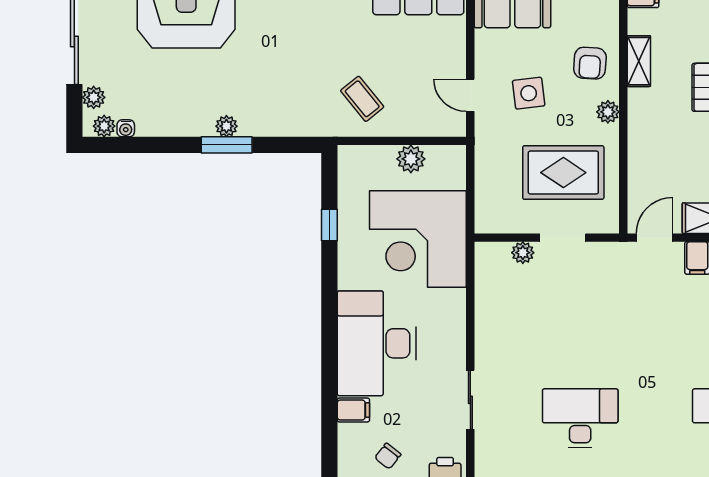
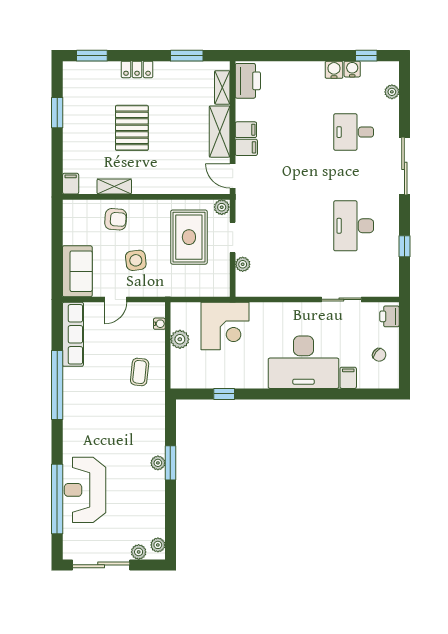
door: (470, 95) -> (116, 299), moved
coffee table: (362, 99) -> (140, 372), turned -45
plant: (608, 112) -> (222, 207), moved
water cooler: (126, 128) -> (159, 324), moved
corner desk: (418, 239) -> (225, 326), width x0.74, depth x0.74

